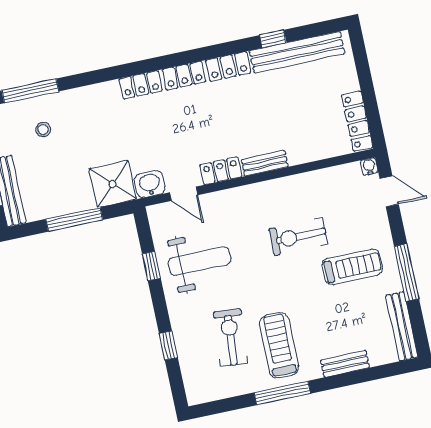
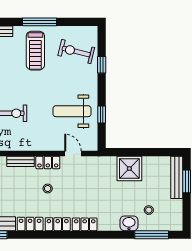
stool: (212, 129) -> (48, 189), added
shower: (113, 184) -> (129, 169), moved
washbasin: (150, 184) -> (129, 223), moved, turned 180
window: (74, 219) -> (142, 152), removed
exercise bike: (230, 338) -> (76, 52), moved, turned 99

